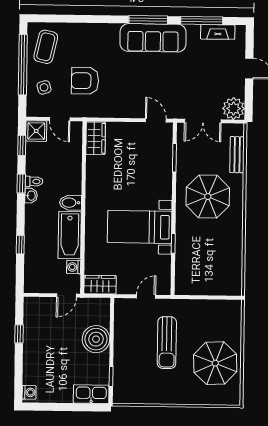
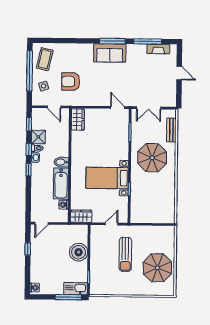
sofa: (153, 38) -> (110, 53), width x0.73
plant: (234, 108) -> (169, 99), removed
shower: (36, 131) -> (38, 137), moved
window: (20, 245) -> (29, 170), moved
door: (66, 295) -> (41, 223), moved
window: (80, 407) -> (68, 297), added

